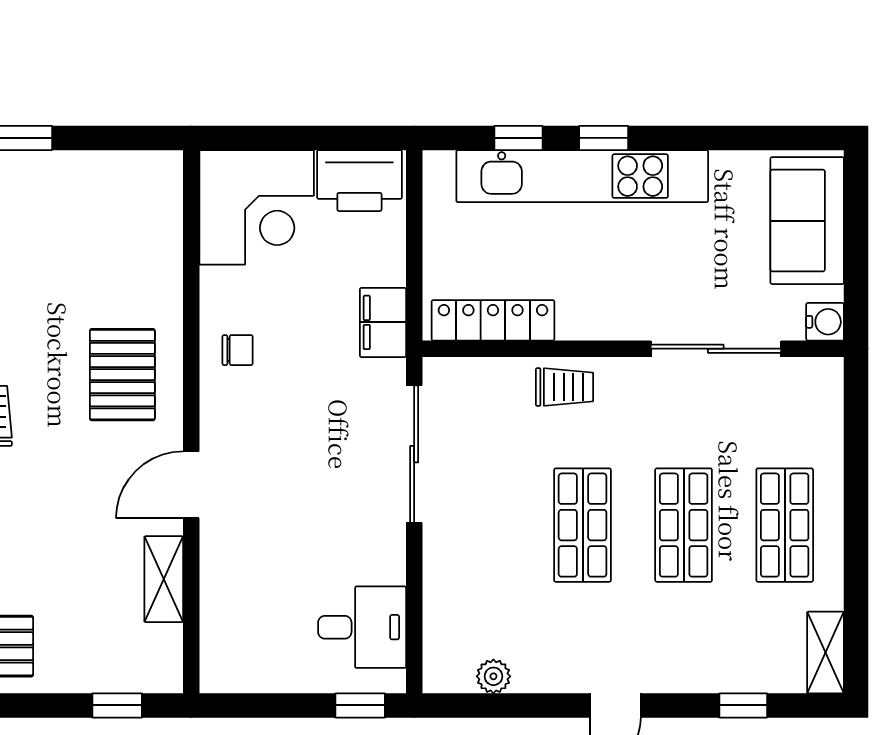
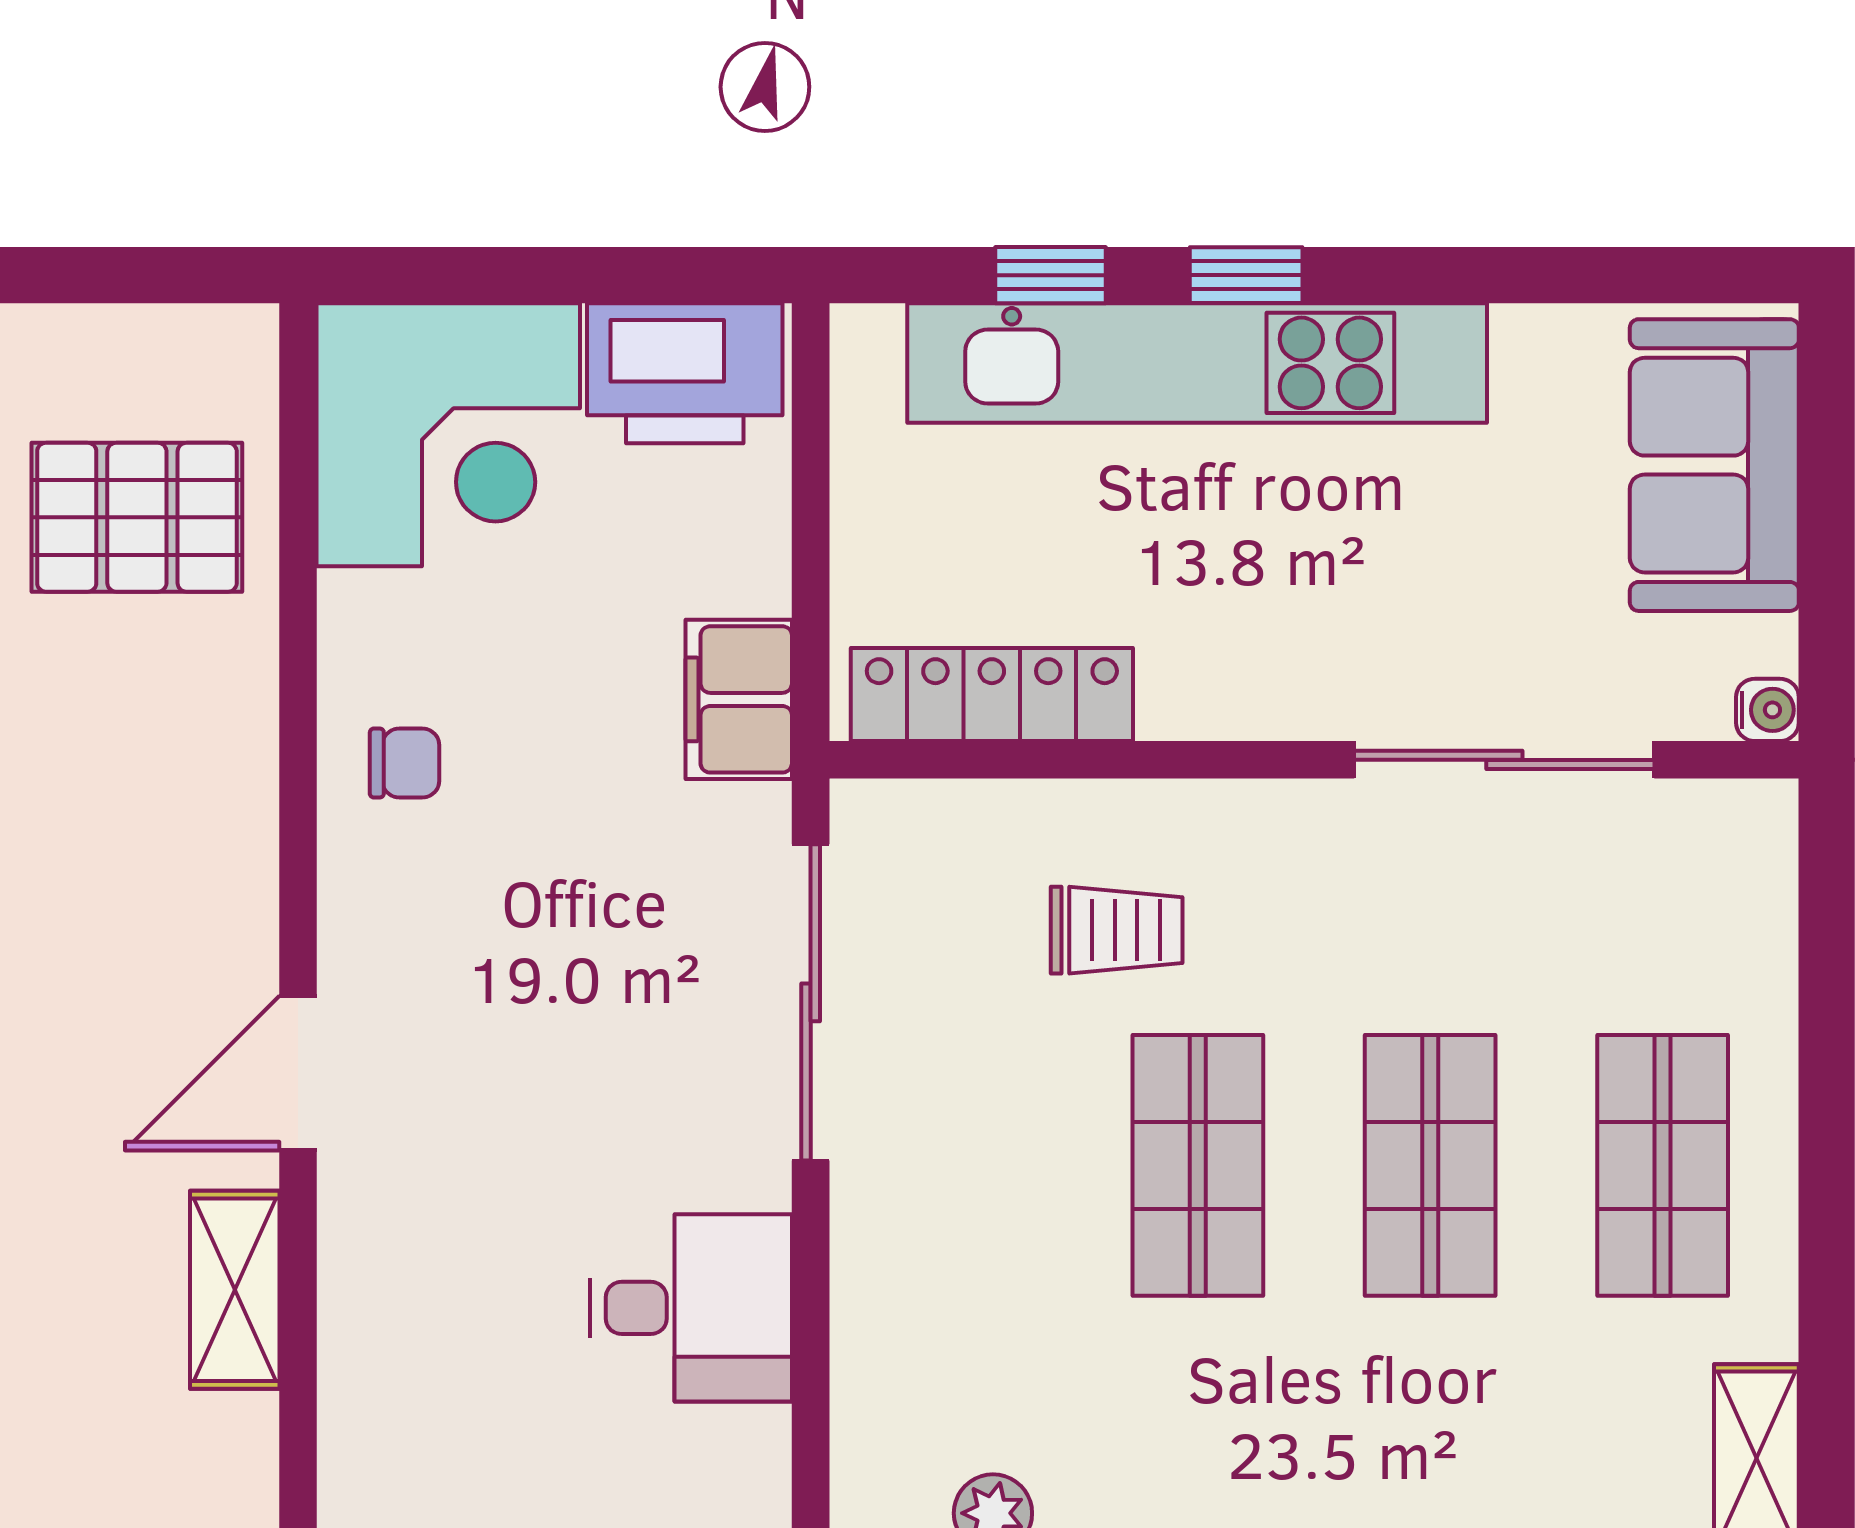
water cooler: (825, 322) -> (1767, 710), width x0.72, depth x0.72
pallet: (122, 375) -> (137, 517), moved, turned 90
trolley: (565, 387) -> (1117, 930), moved
desk: (362, 627) -> (691, 1308), moved

